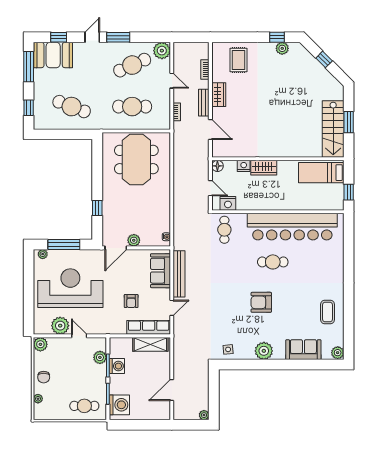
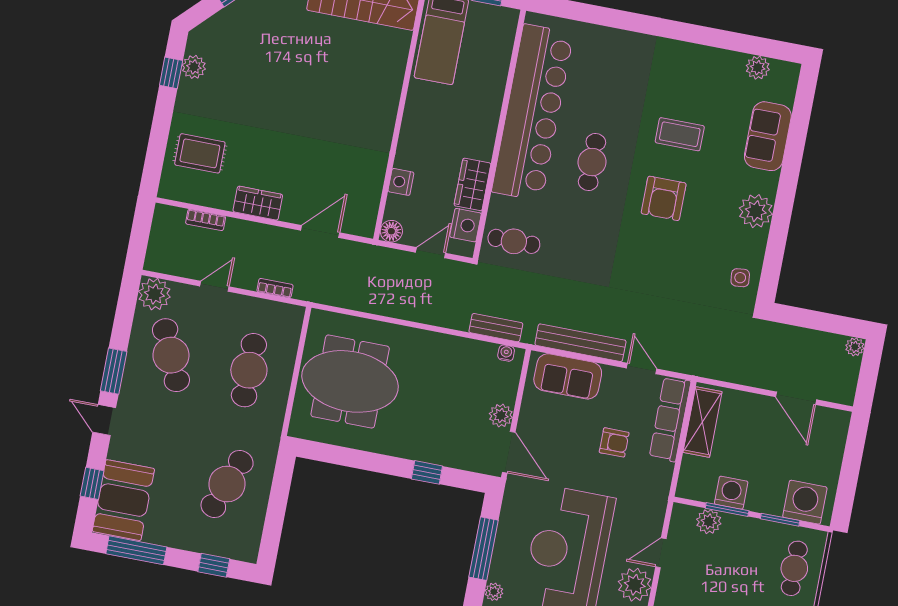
bench: (204, 103) -> (496, 328), moved
wardrobe: (264, 168) -> (472, 184), moved, turned 180
coffee table: (328, 312) -> (680, 134), moved
plant: (338, 353) -> (758, 68), moved

